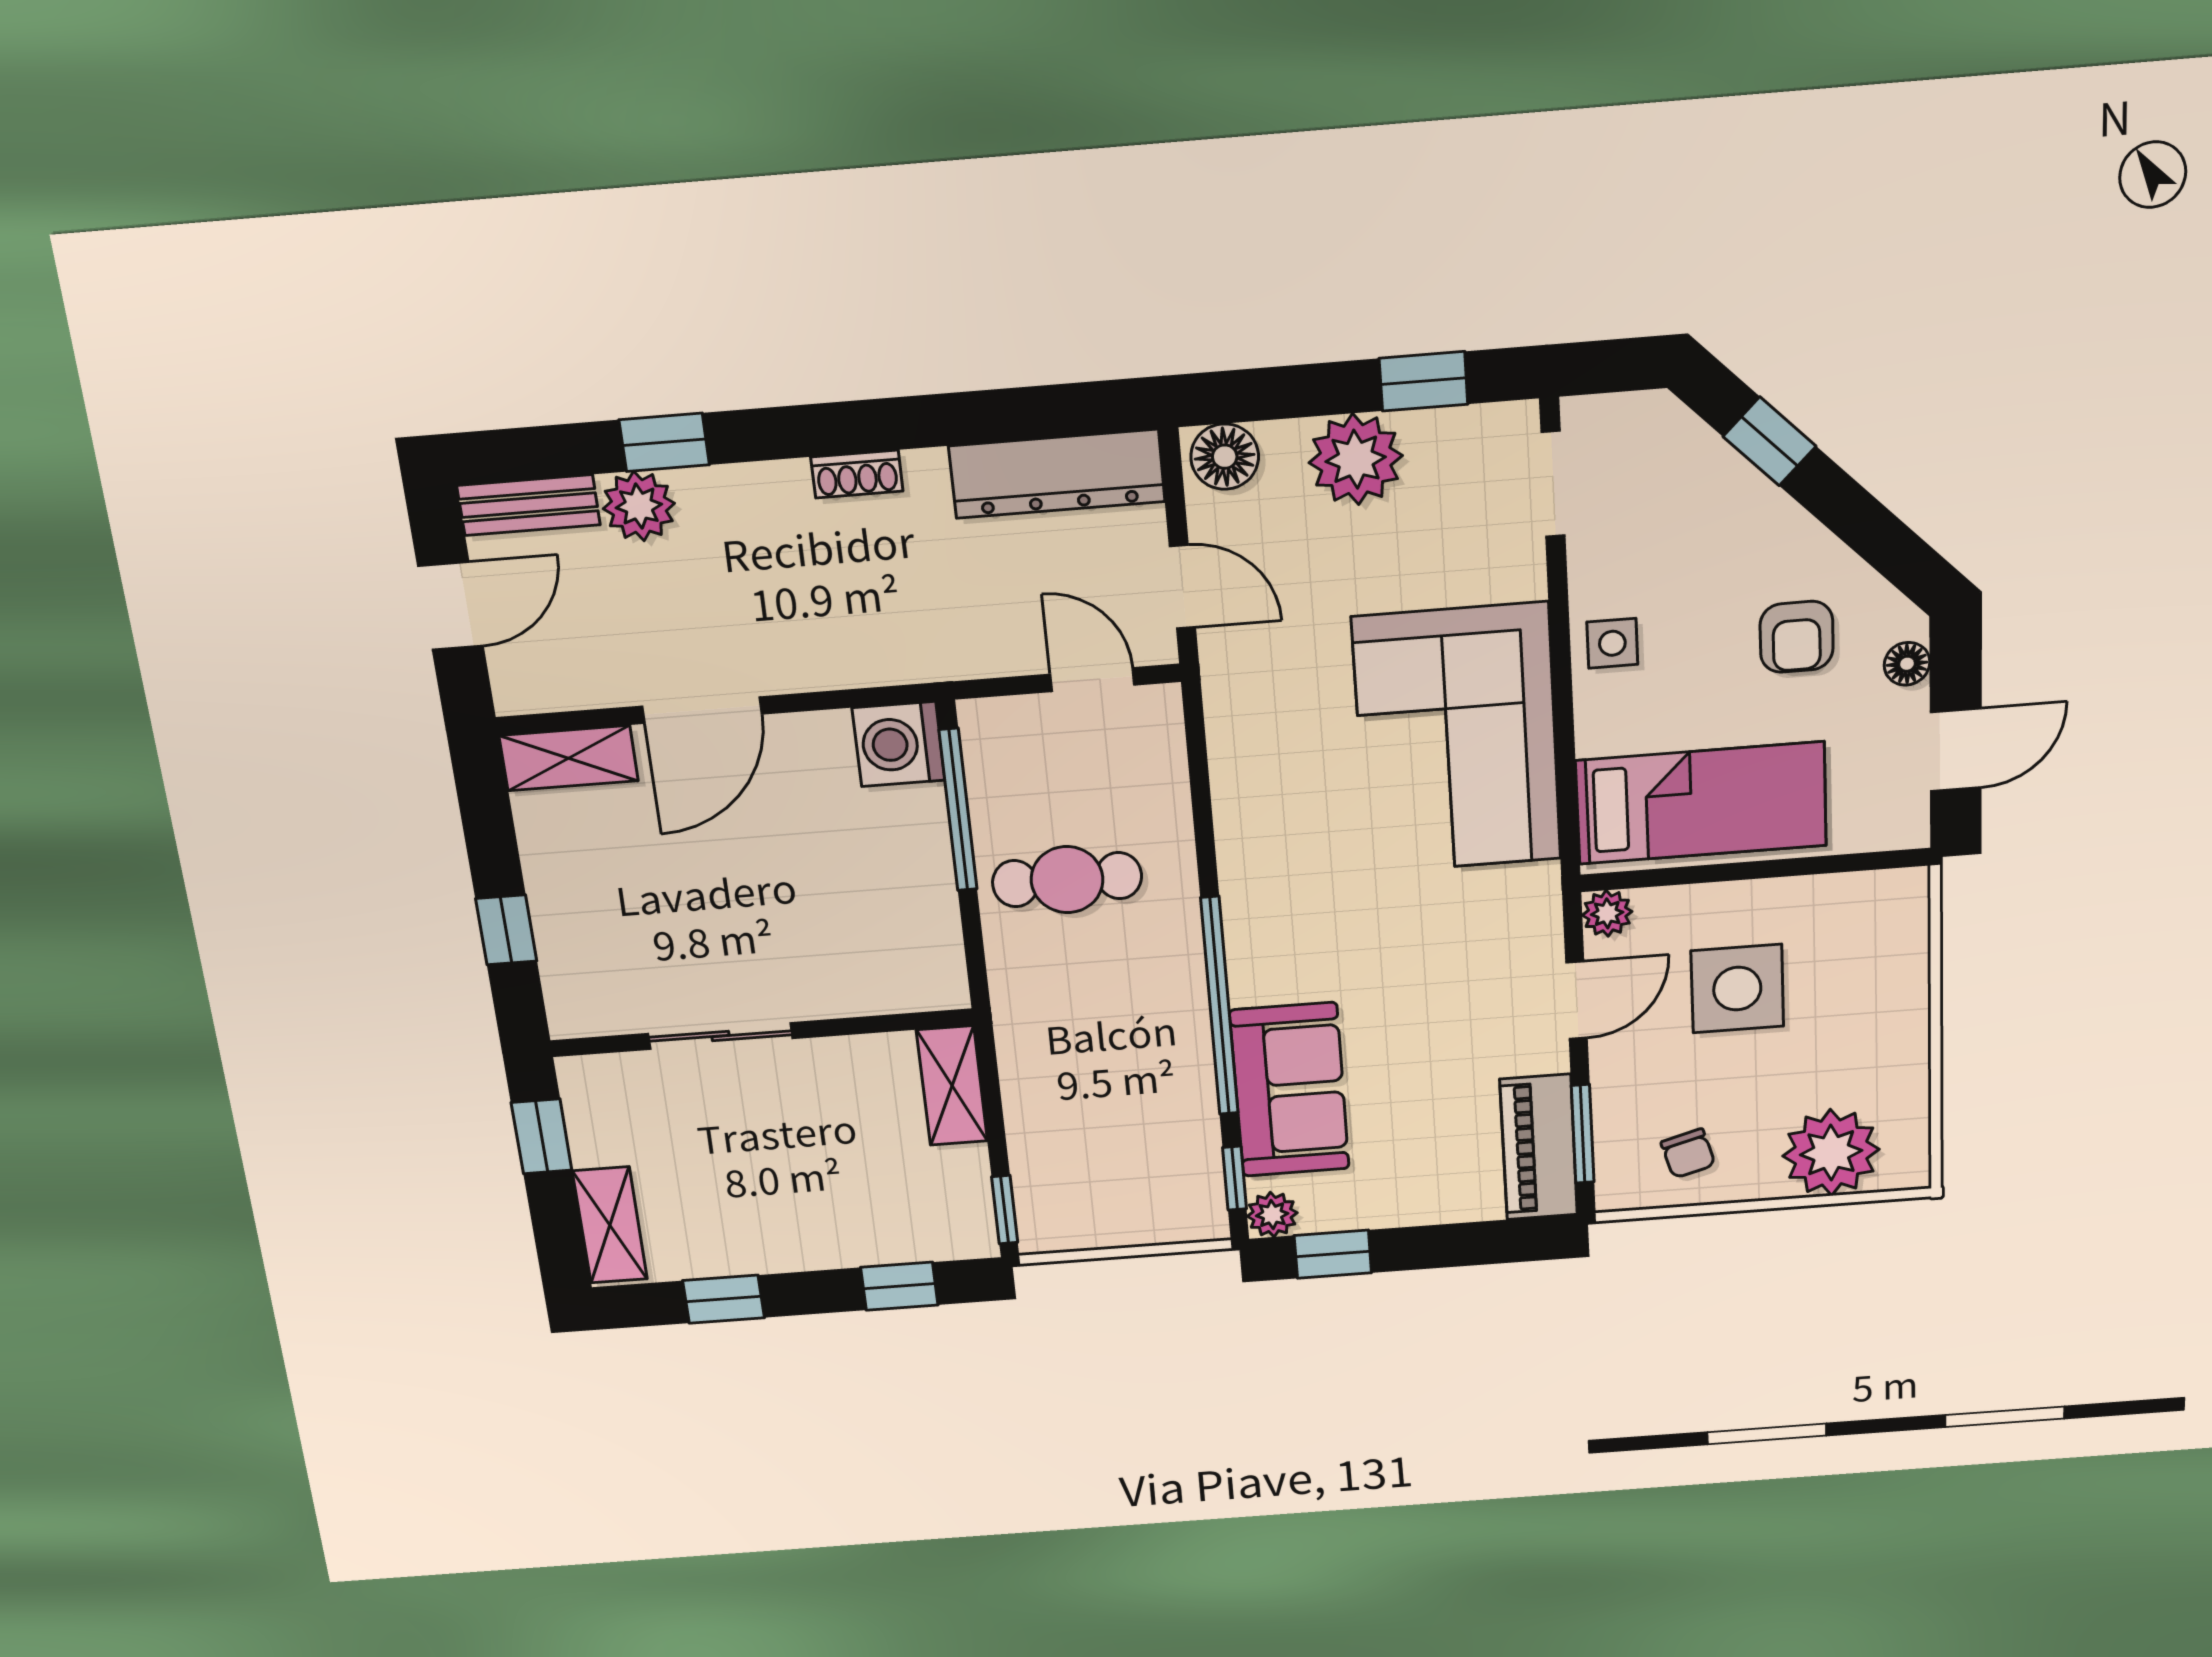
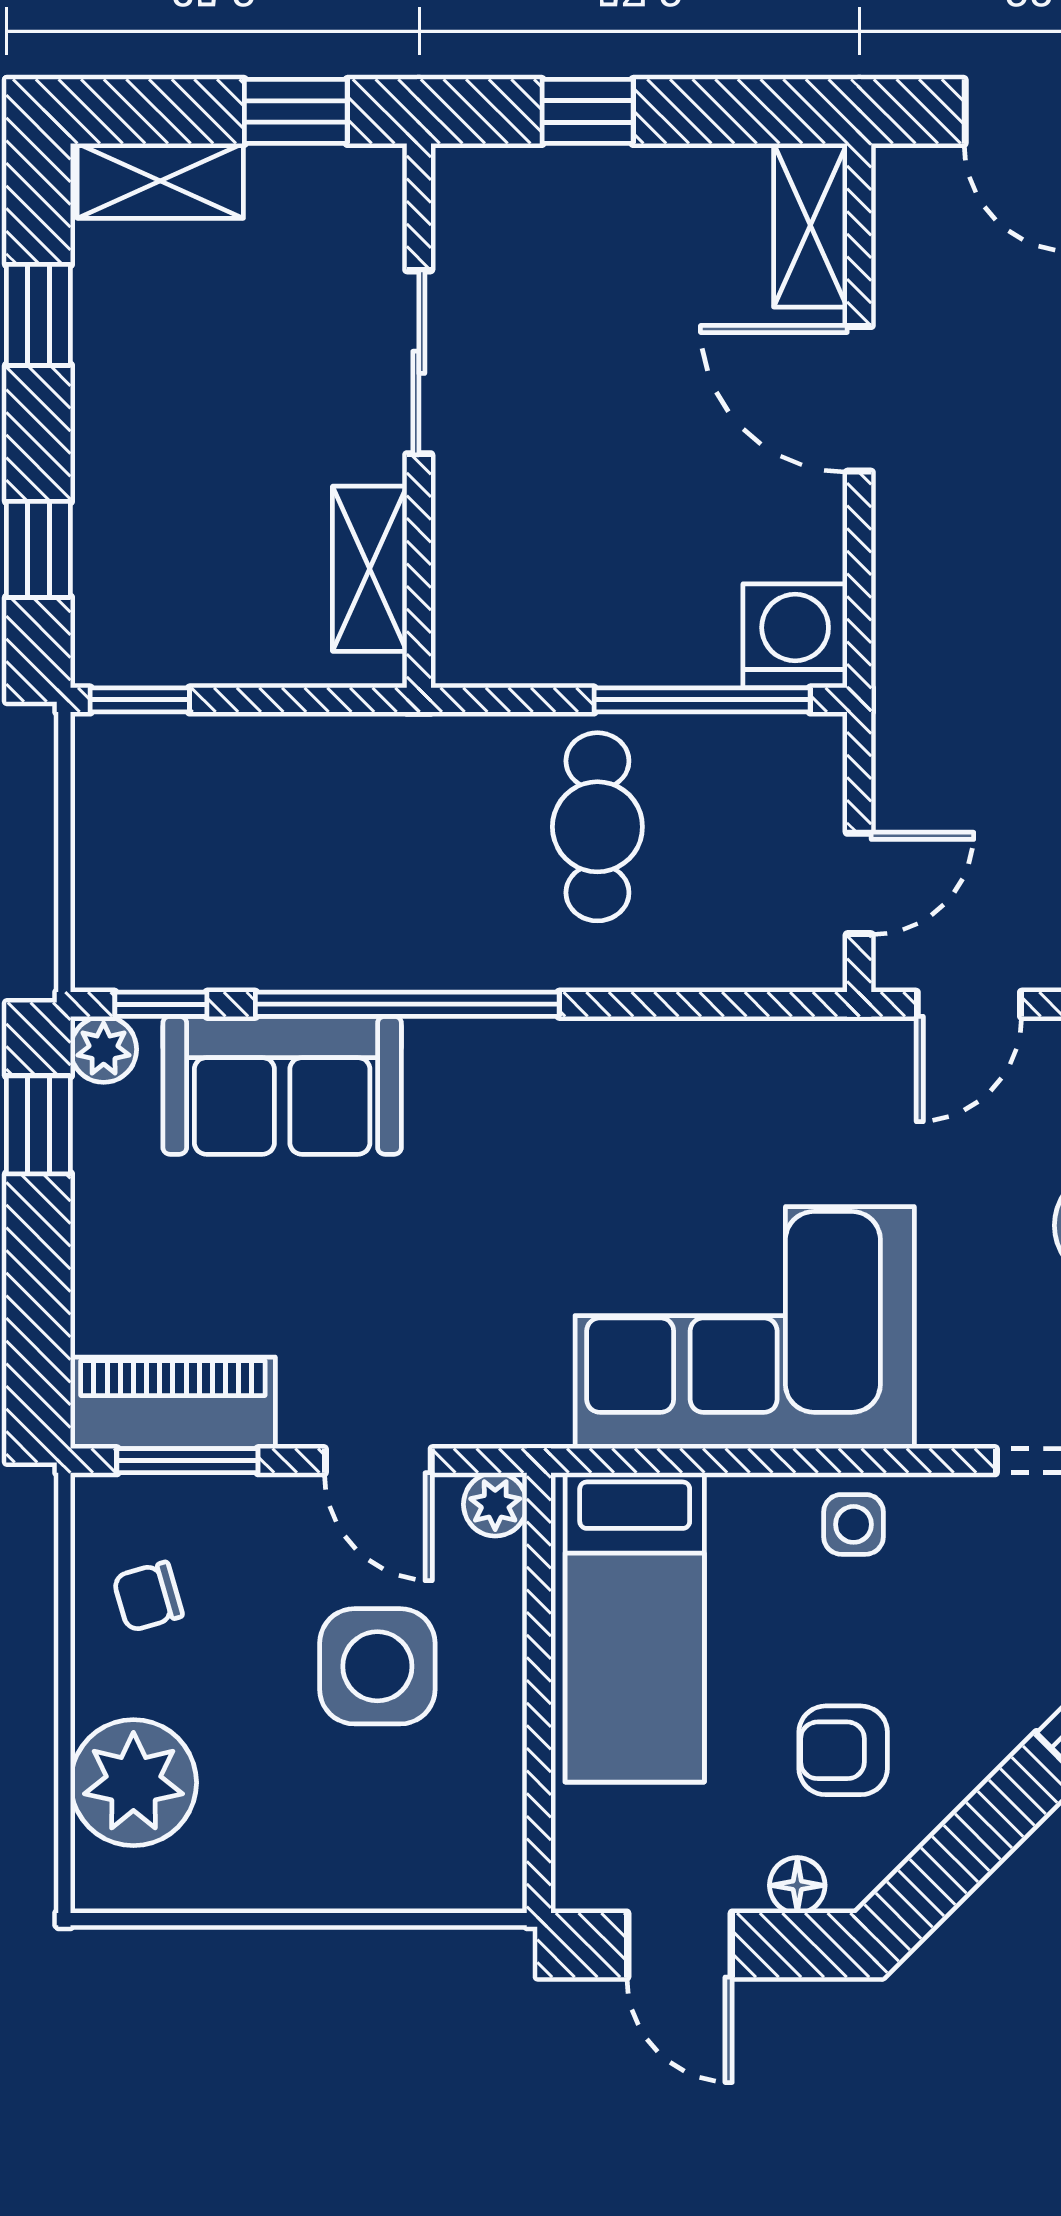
shelving: (952, 1086) -> (370, 569), moved, turned 90

